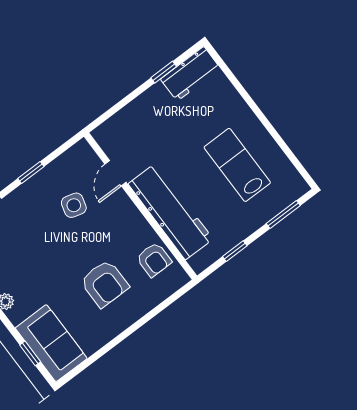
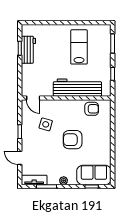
workbench: (190, 74) -> (28, 50), moved
lab bench: (237, 165) -> (79, 47), turned 90
door: (116, 173) -> (33, 98), moved
armchair: (104, 284) -> (73, 140), moved, turned 180

